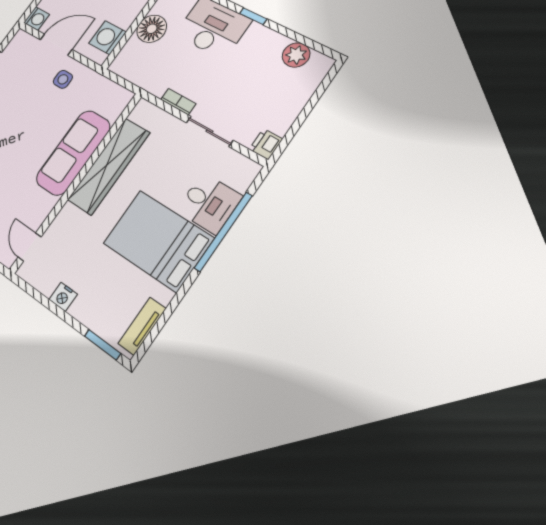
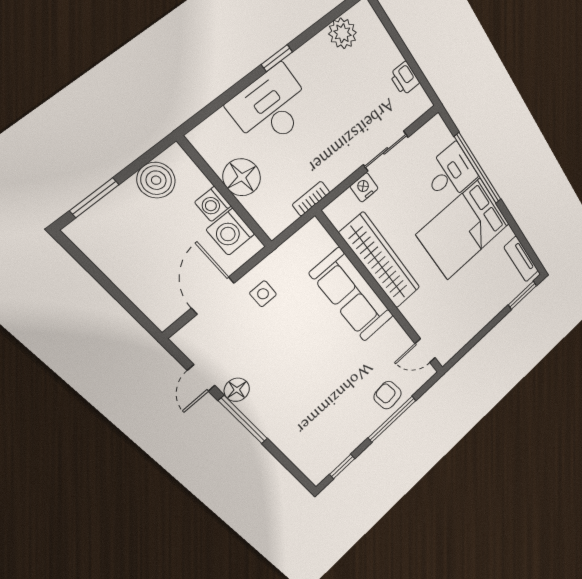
washing machine: (37, 19) -> (213, 204), moved, turned 180
bookcase: (178, 102) -> (311, 199), moved
printer: (266, 144) -> (405, 78), moved
nightstand: (63, 297) -> (364, 187), moved, turned 180

